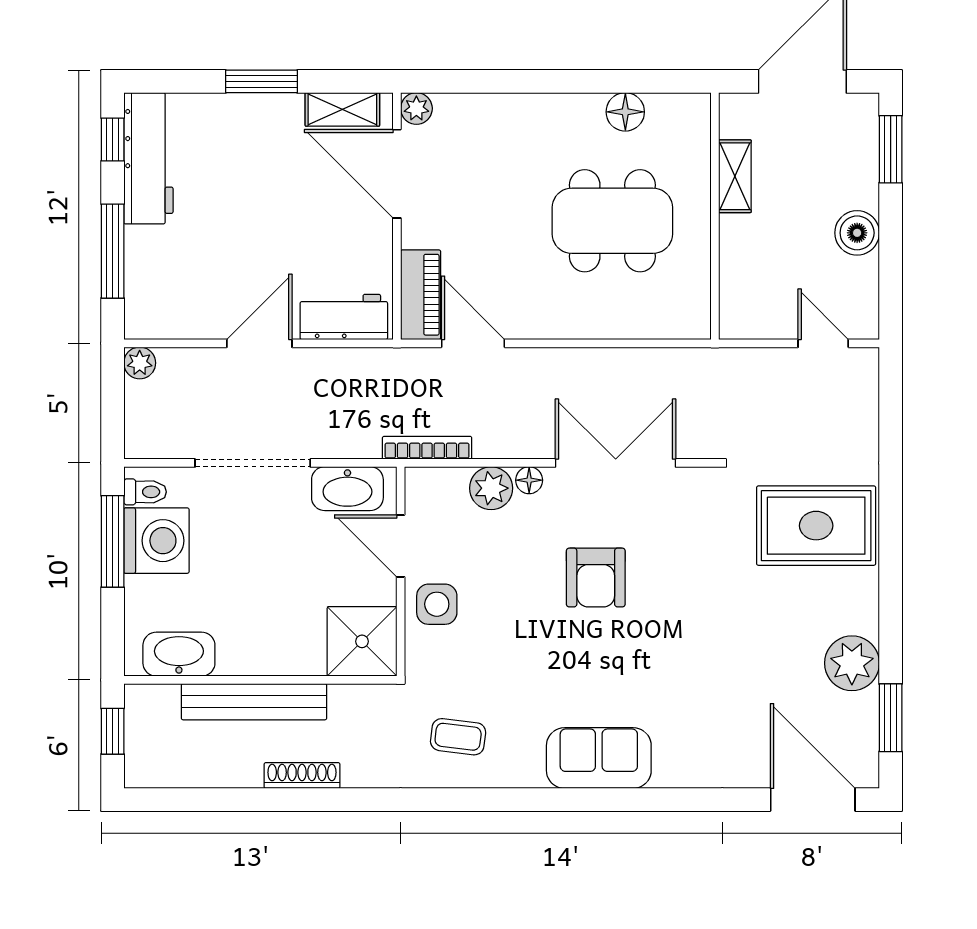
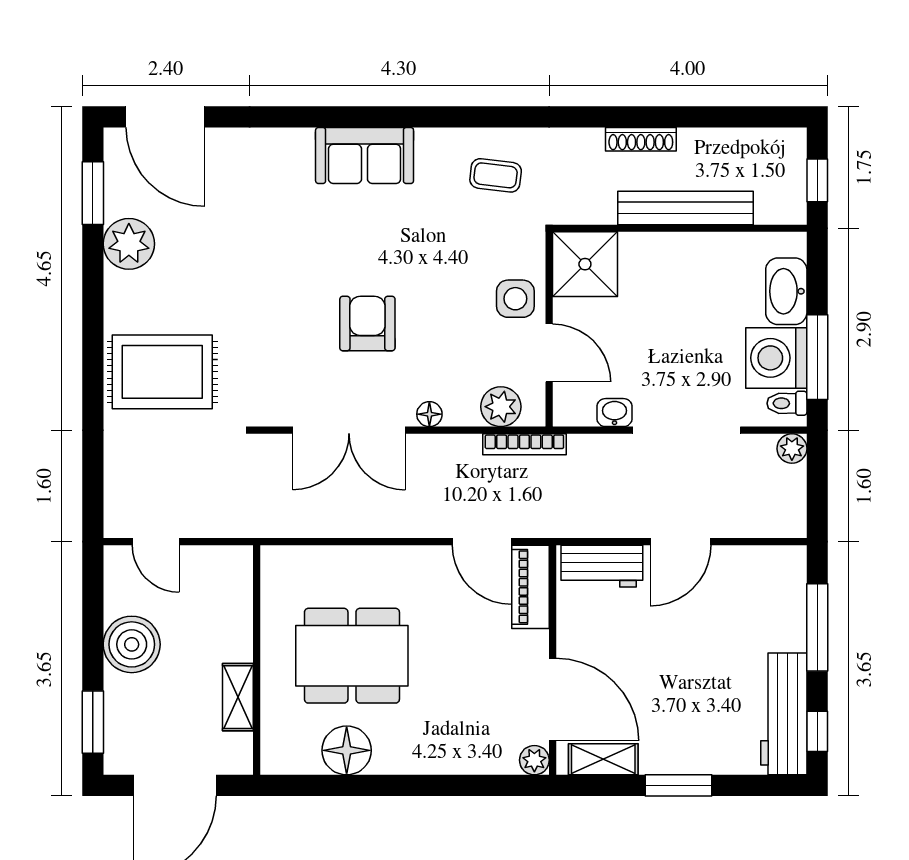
floor lamp: (625, 112) -> (347, 750), width x1.38, depth x1.38
boiler: (857, 233) -> (132, 644), width x1.37, depth x1.37
plant: (140, 363) -> (792, 449), moved
plant: (491, 488) -> (501, 407), moved
washbasin: (347, 489) -> (614, 413), width x0.52, depth x0.69
washbasin: (179, 654) -> (786, 291), moved, turned 90

